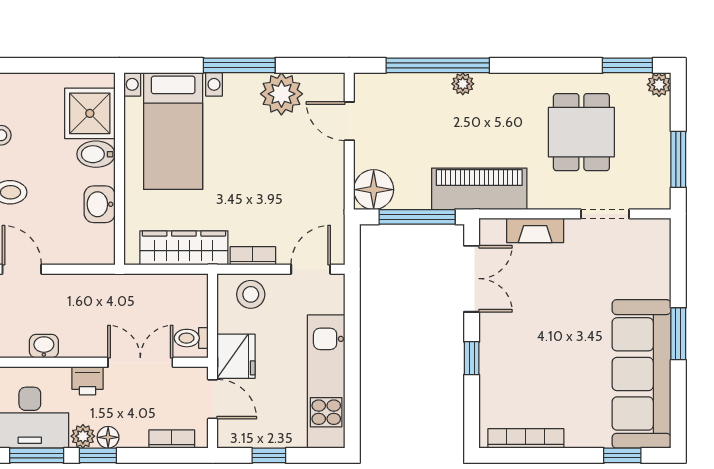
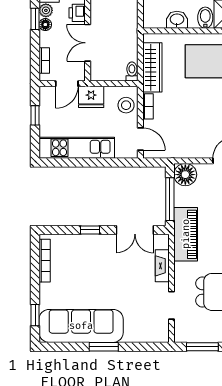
toilet: (191, 338) -> (132, 72), moved
double door: (140, 362) -> (88, 43), swing flipped

